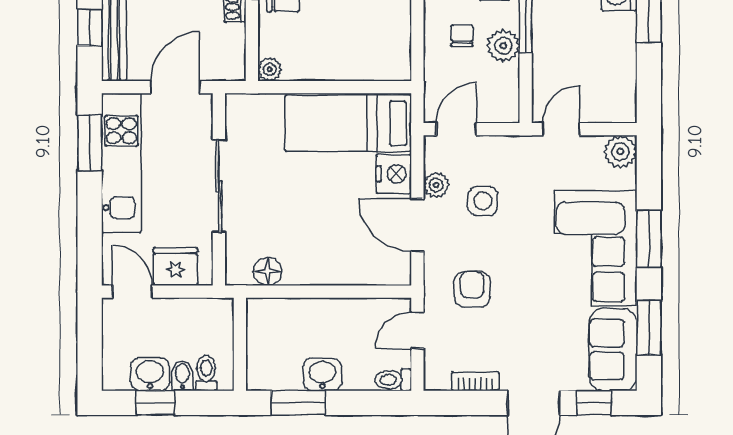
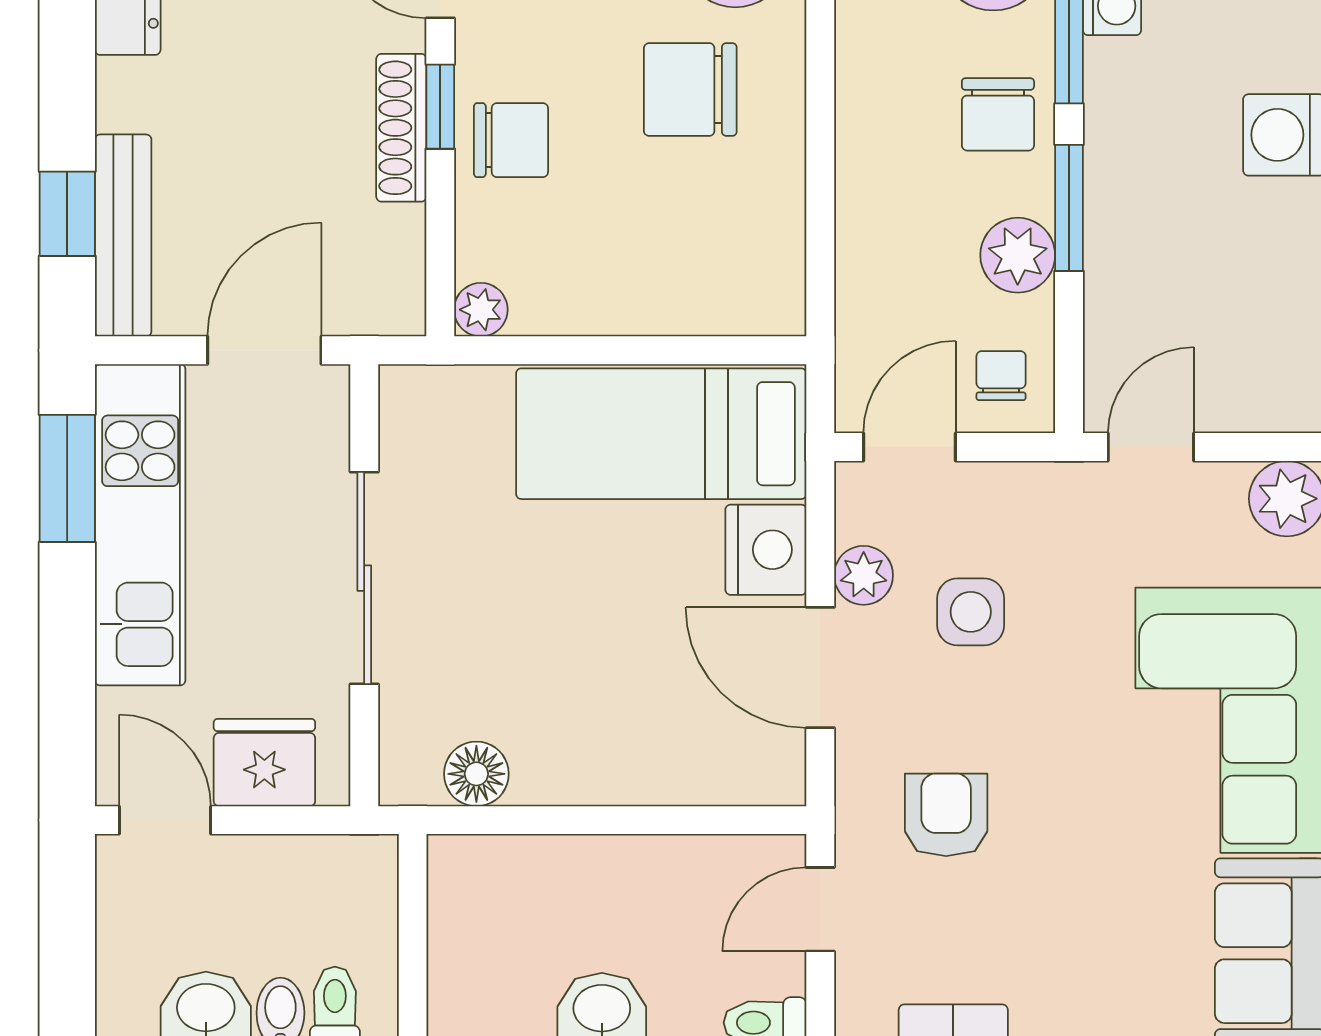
chair: (462, 36) -> (1001, 376), moved

